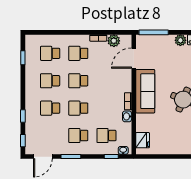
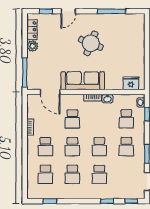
plant: (114, 41) -> (33, 112), removed
school desk: (106, 81) -> (72, 119), added

